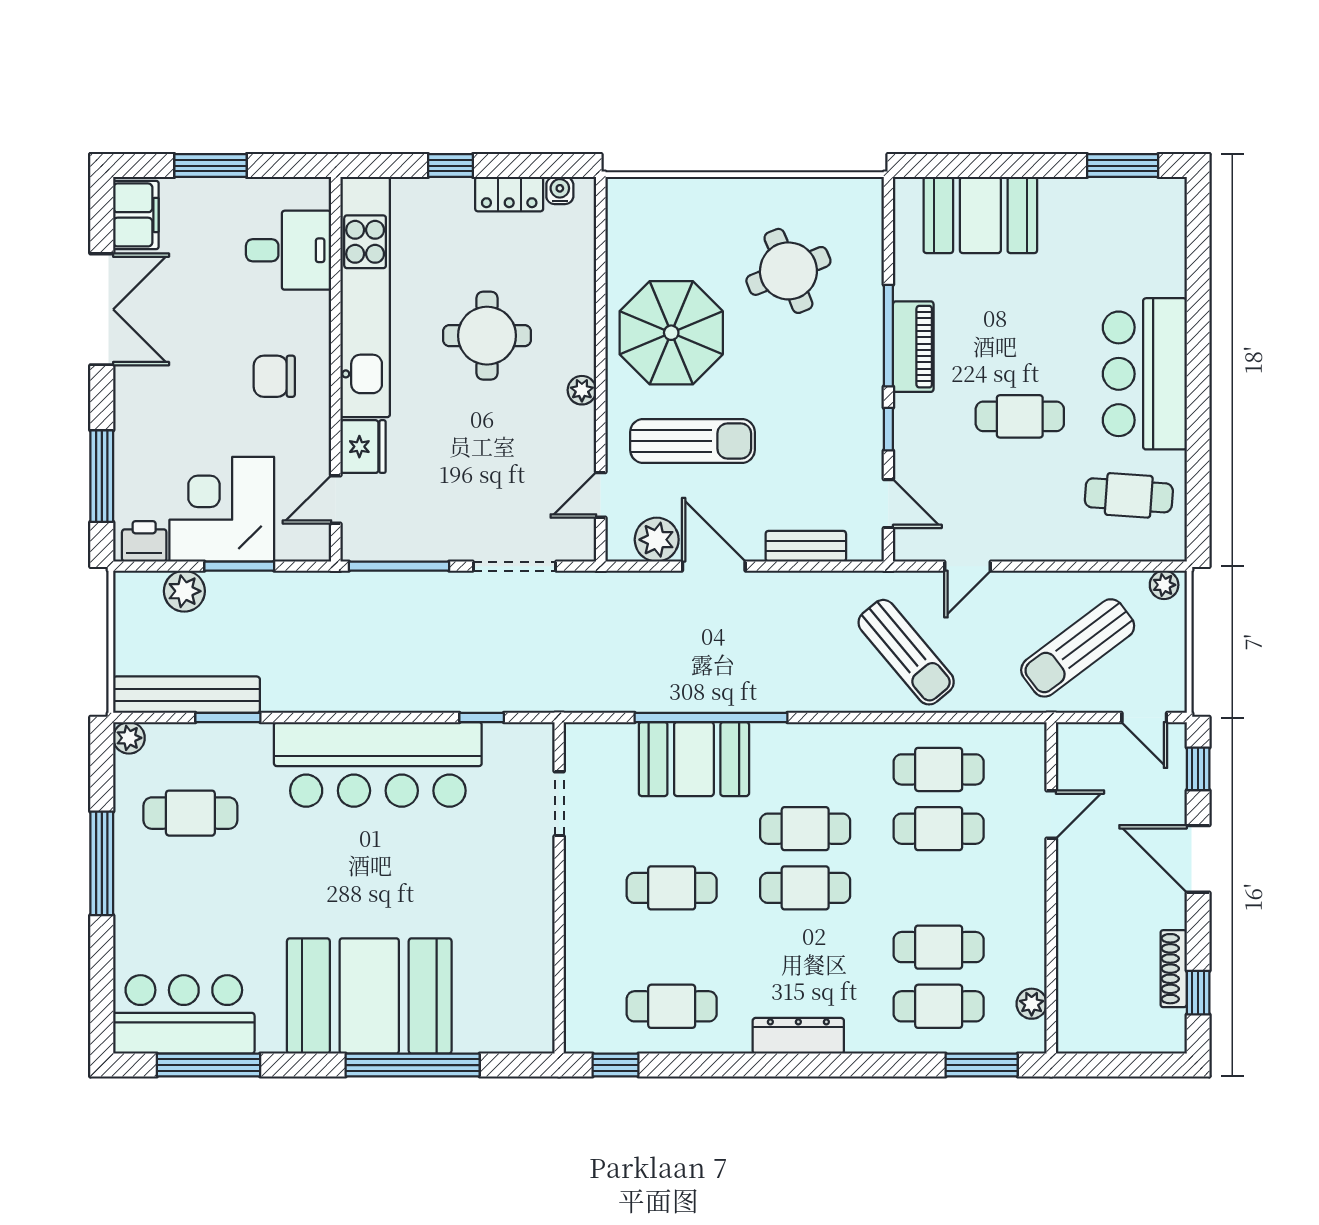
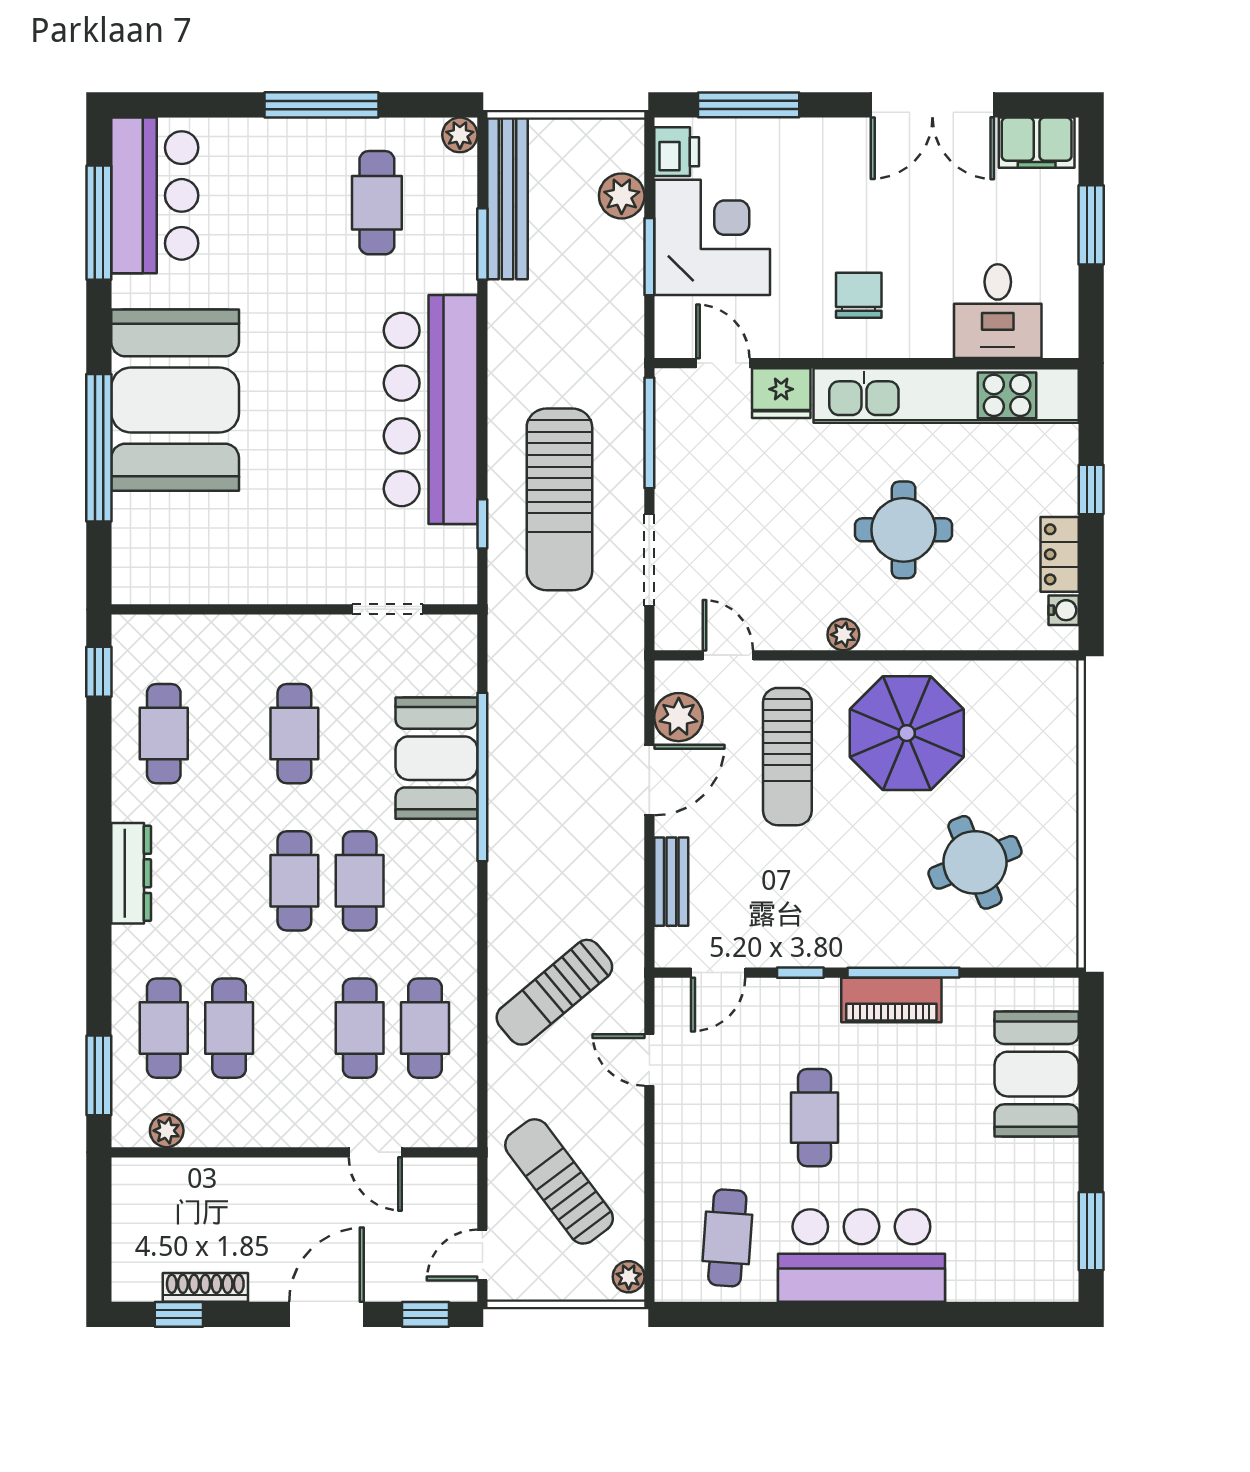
sun lounger: (459, 648) -> (559, 499), added

